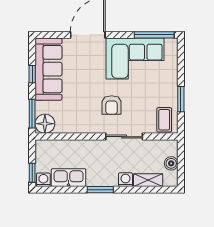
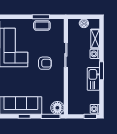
coffee table: (164, 120) -> (42, 26), moved
kitchen sink: (69, 178) -> (93, 79), moved

